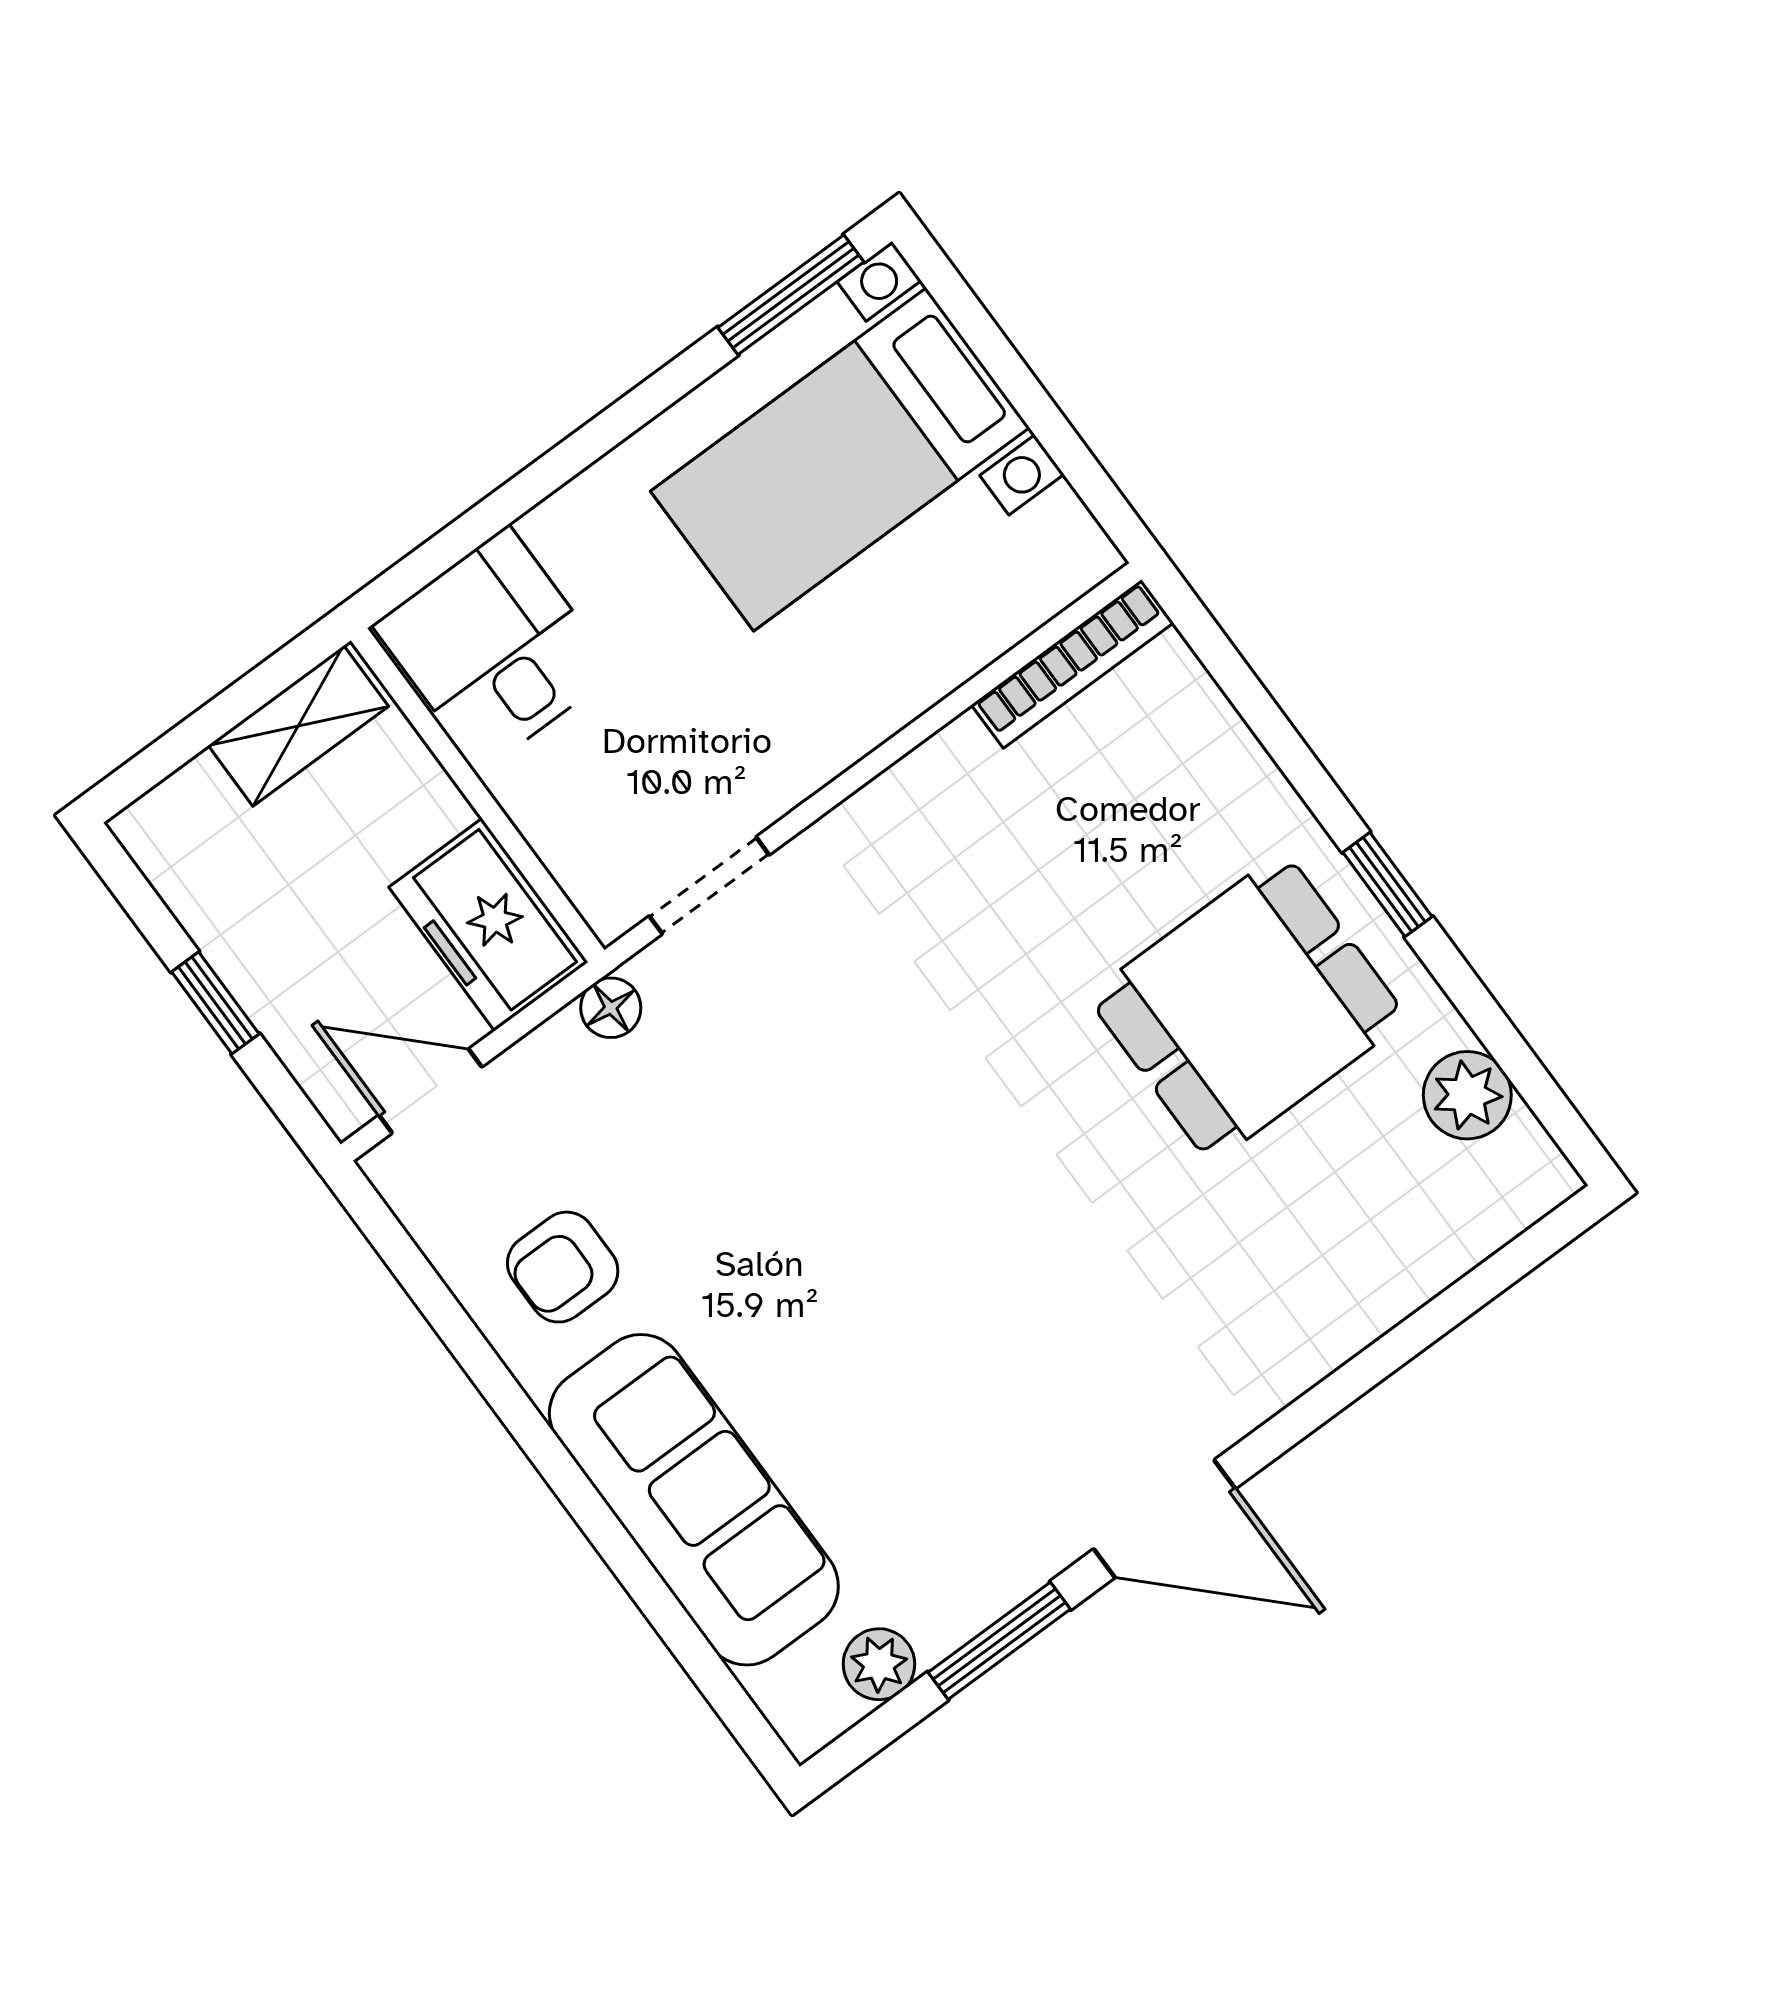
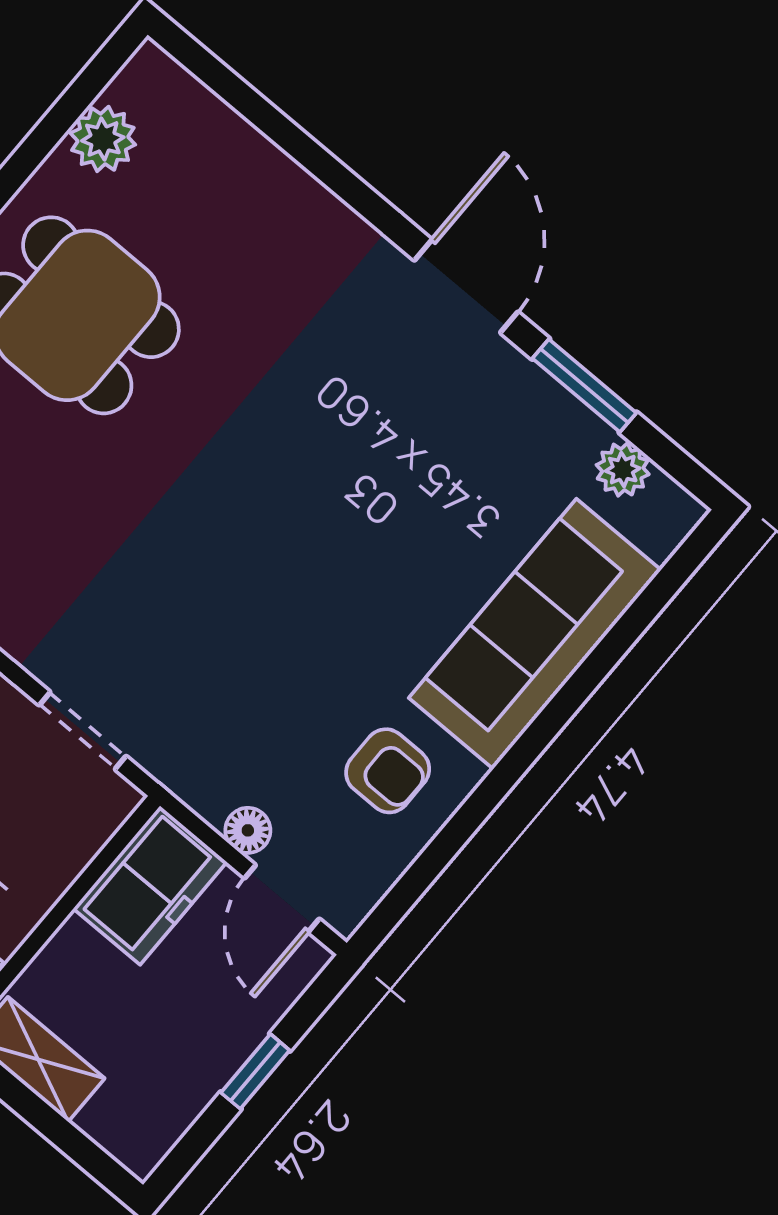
floor lamp: (611, 1008) -> (248, 830), moved

